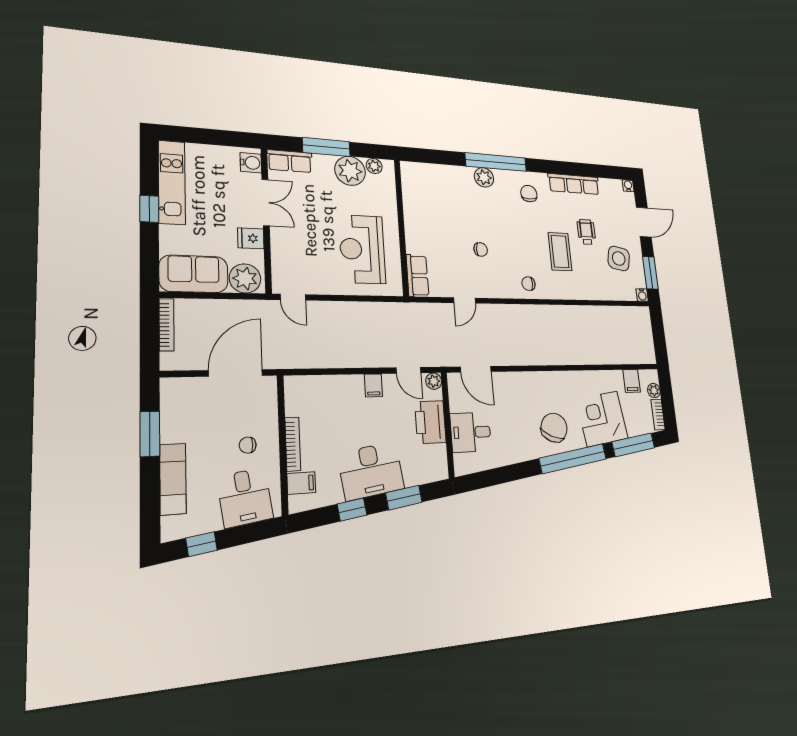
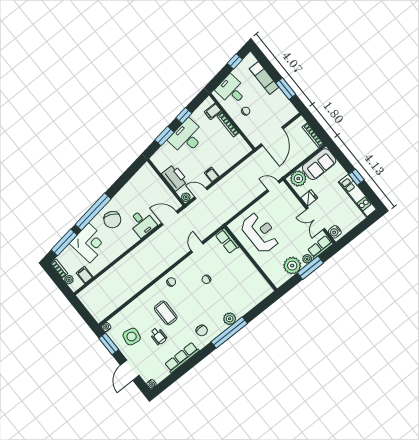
plant: (374, 166) -> (307, 259), moved
desk: (471, 432) -> (142, 223), moved, turned 90

